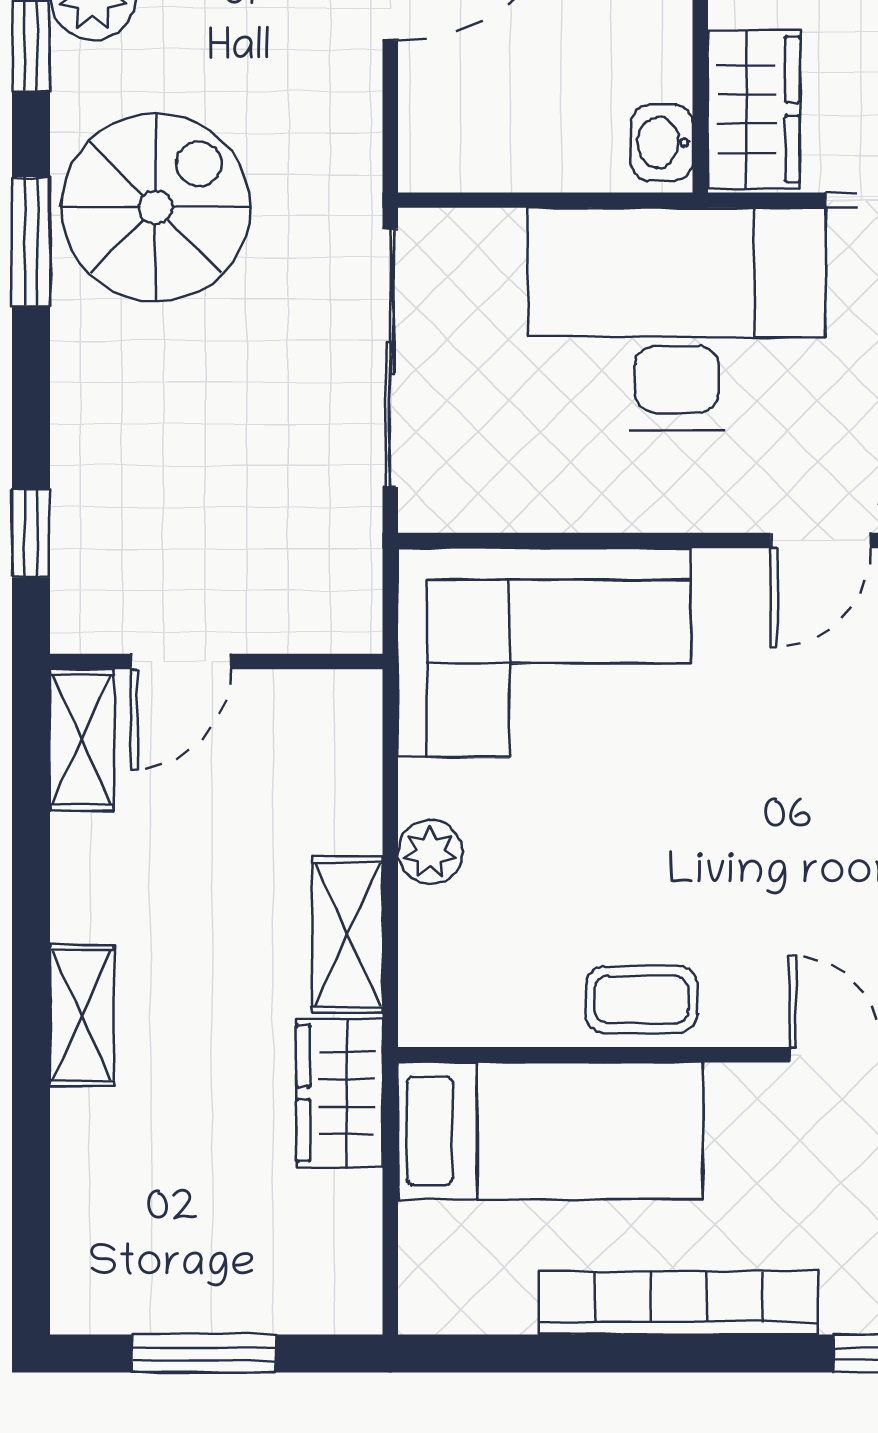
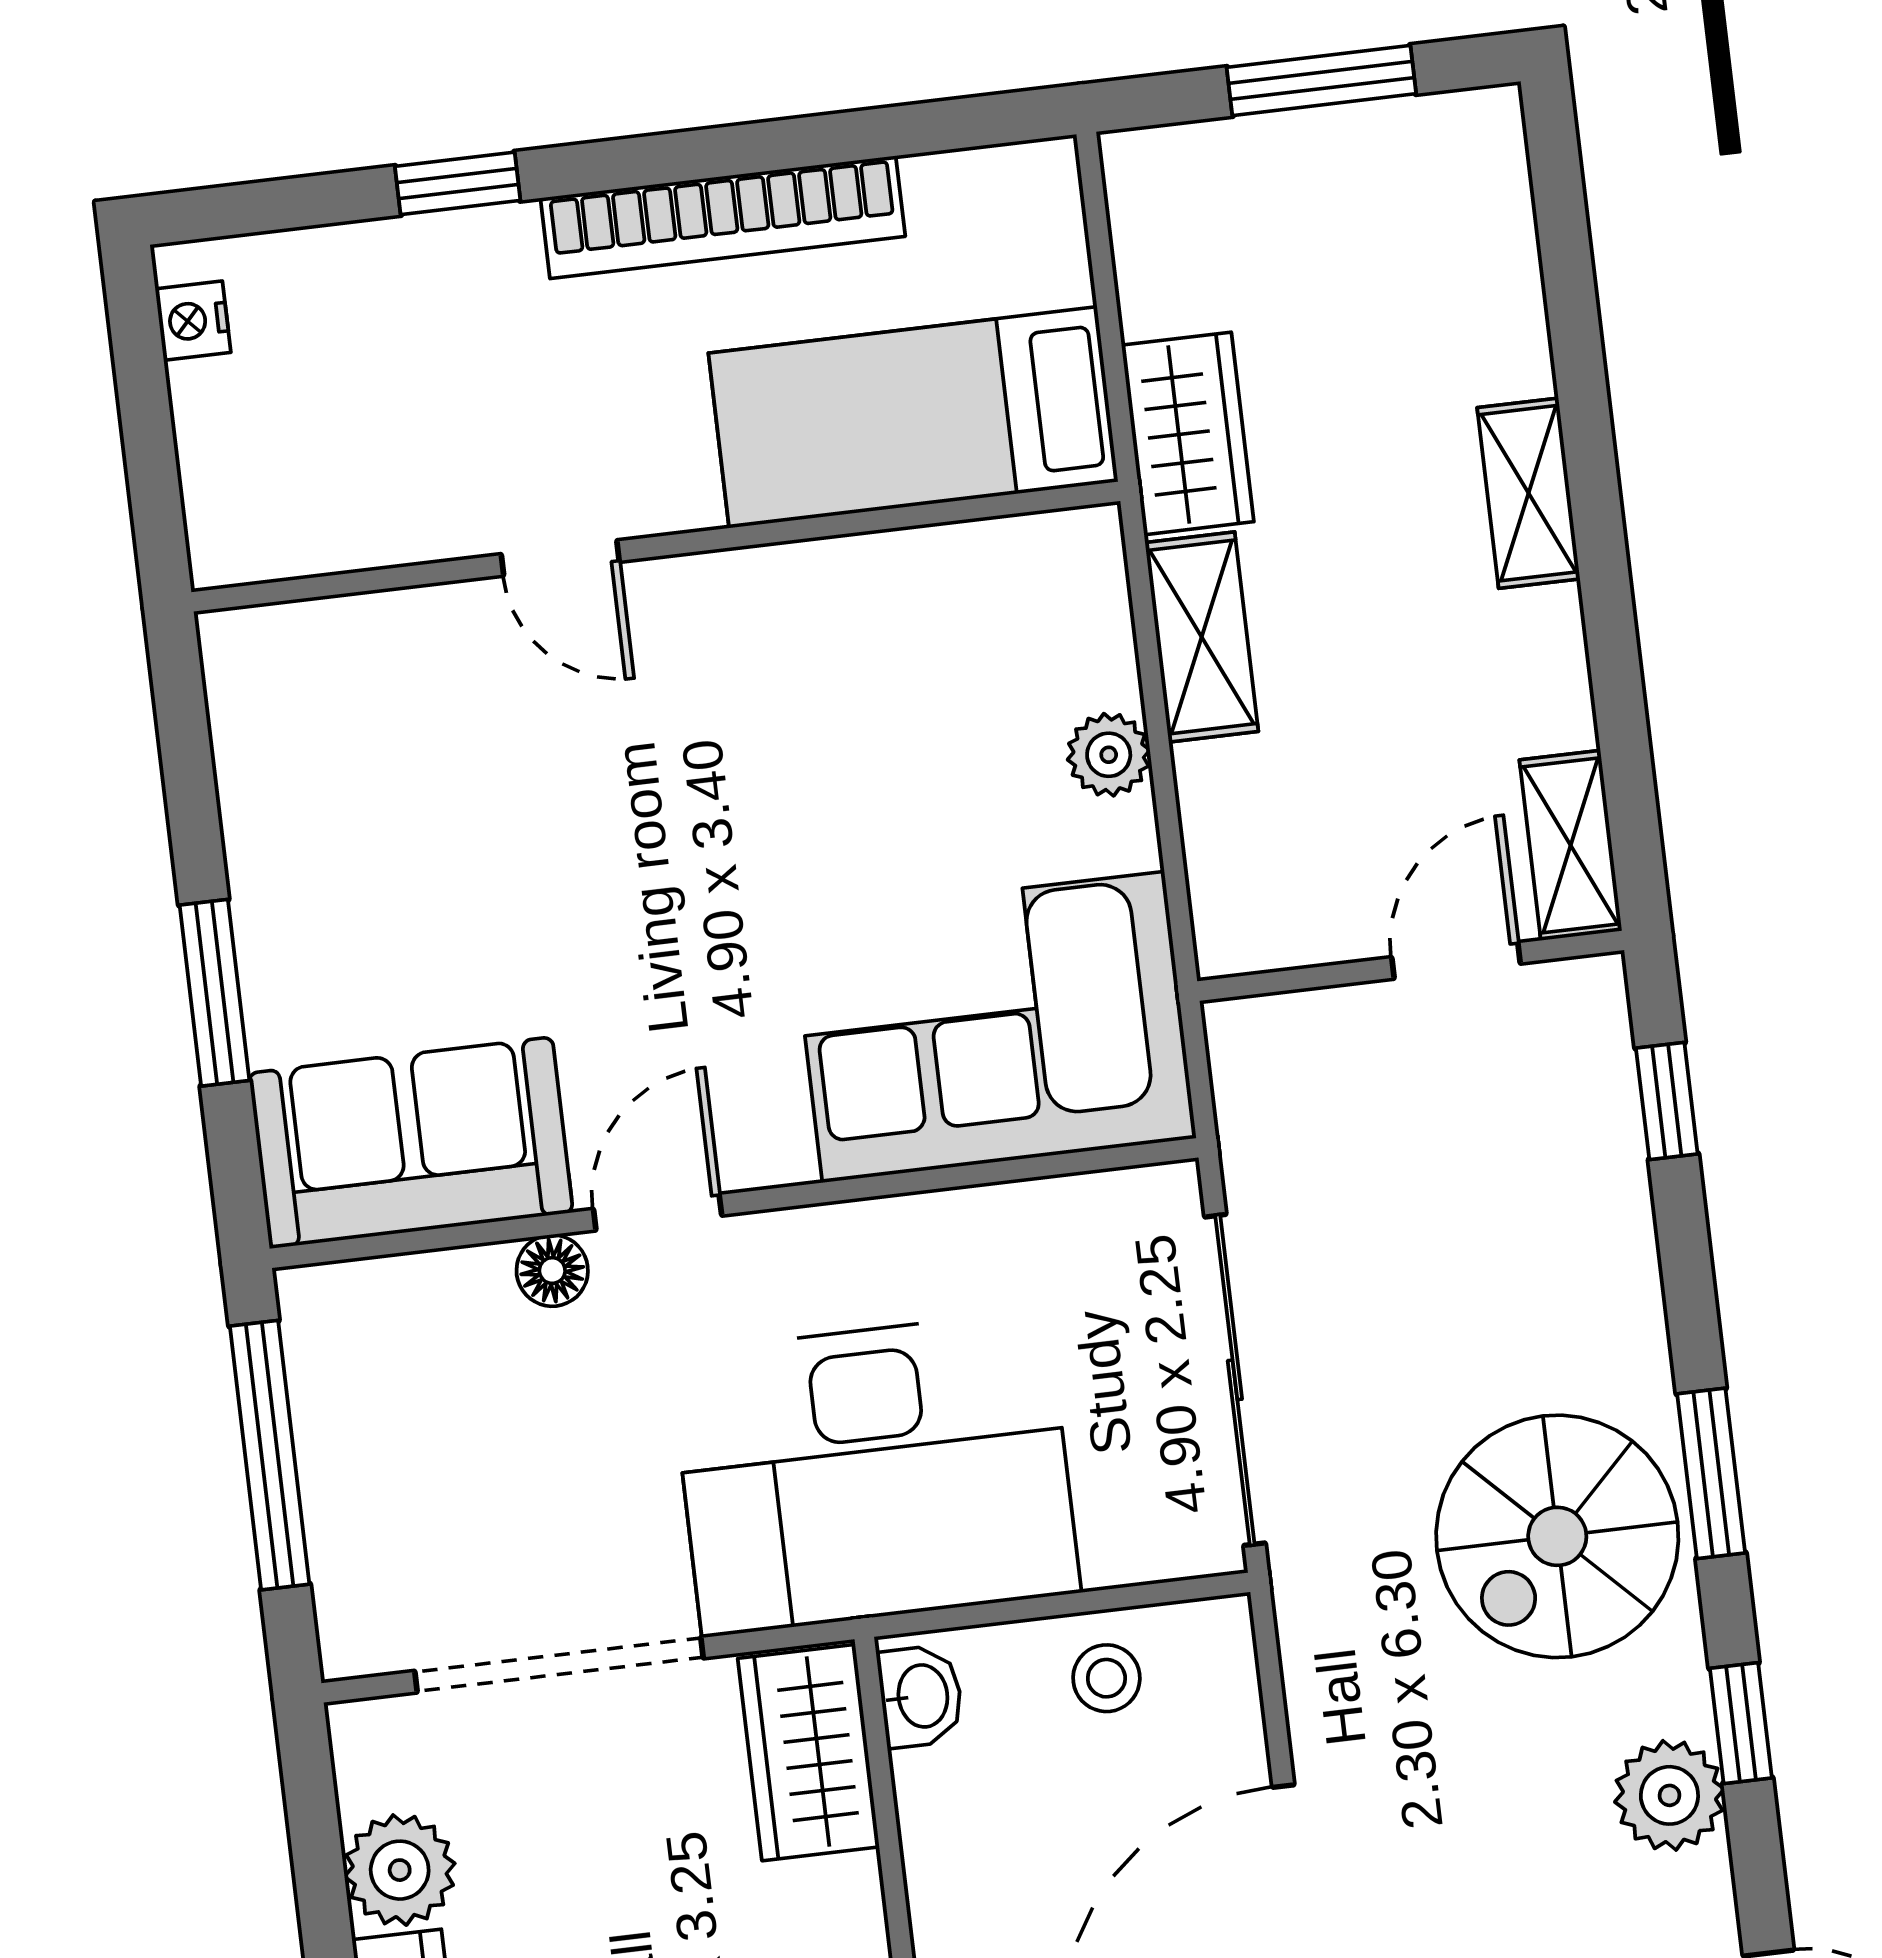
stool: (517, 139) -> (1106, 1678), added
coffee table: (642, 1000) -> (816, 599), removed

